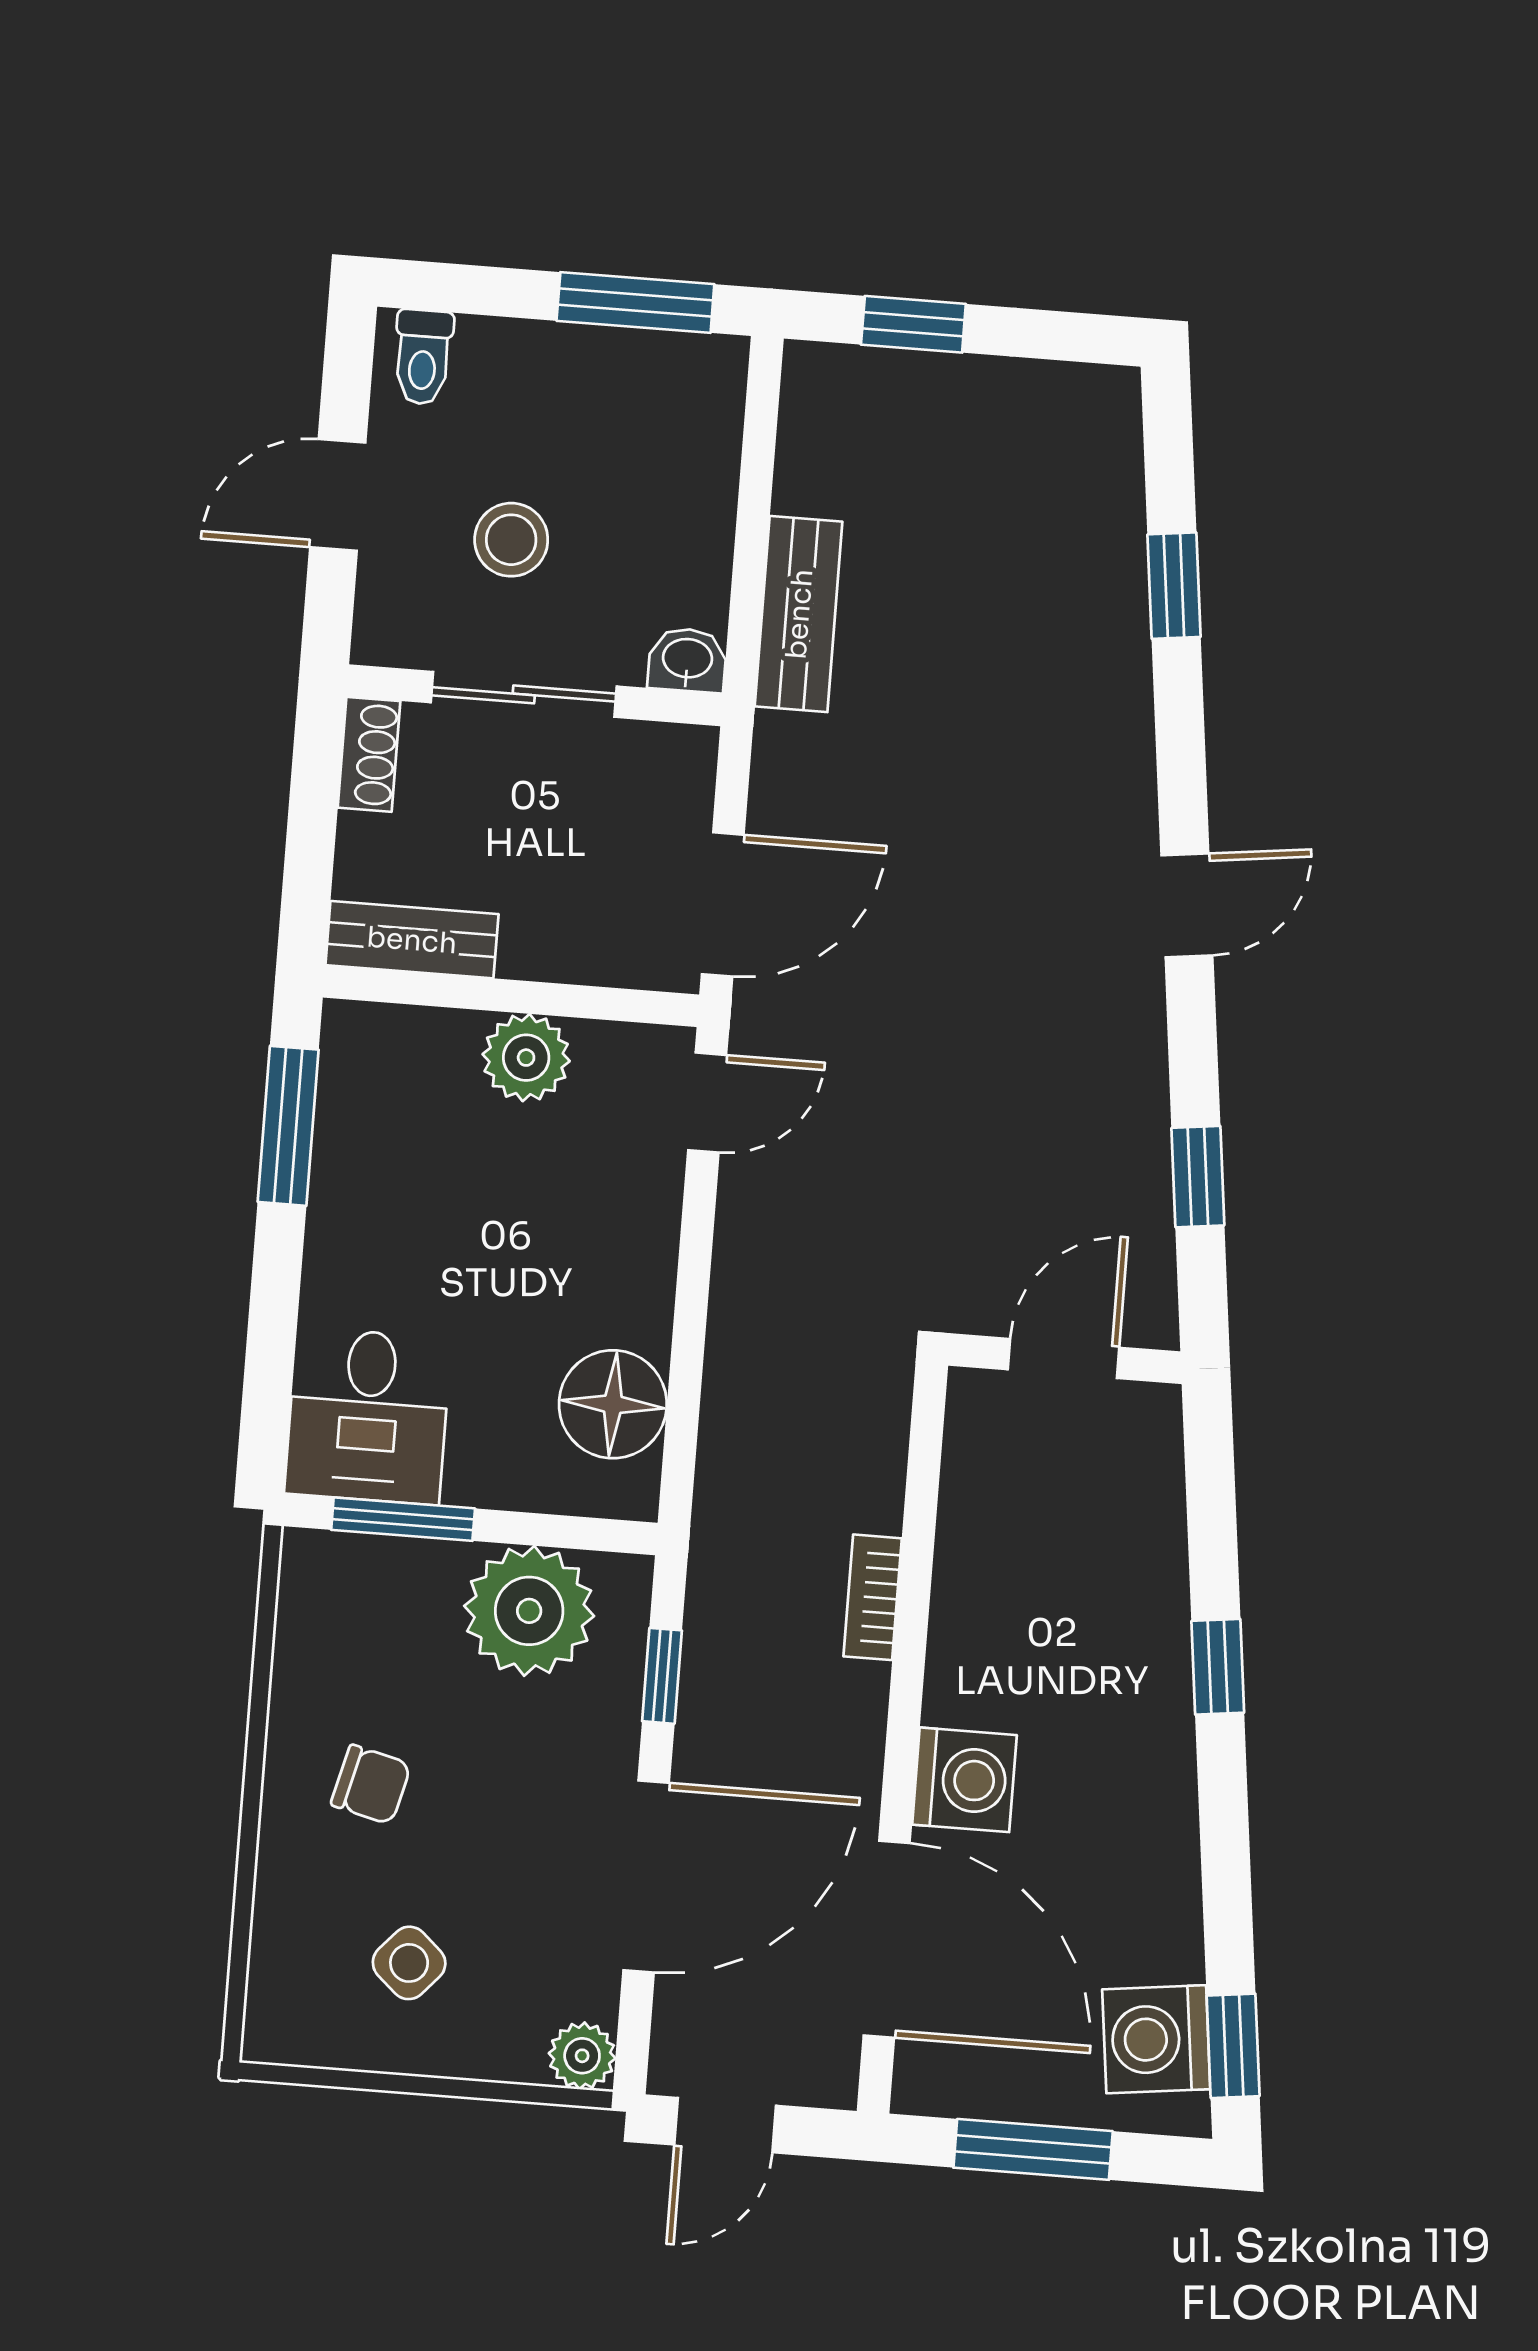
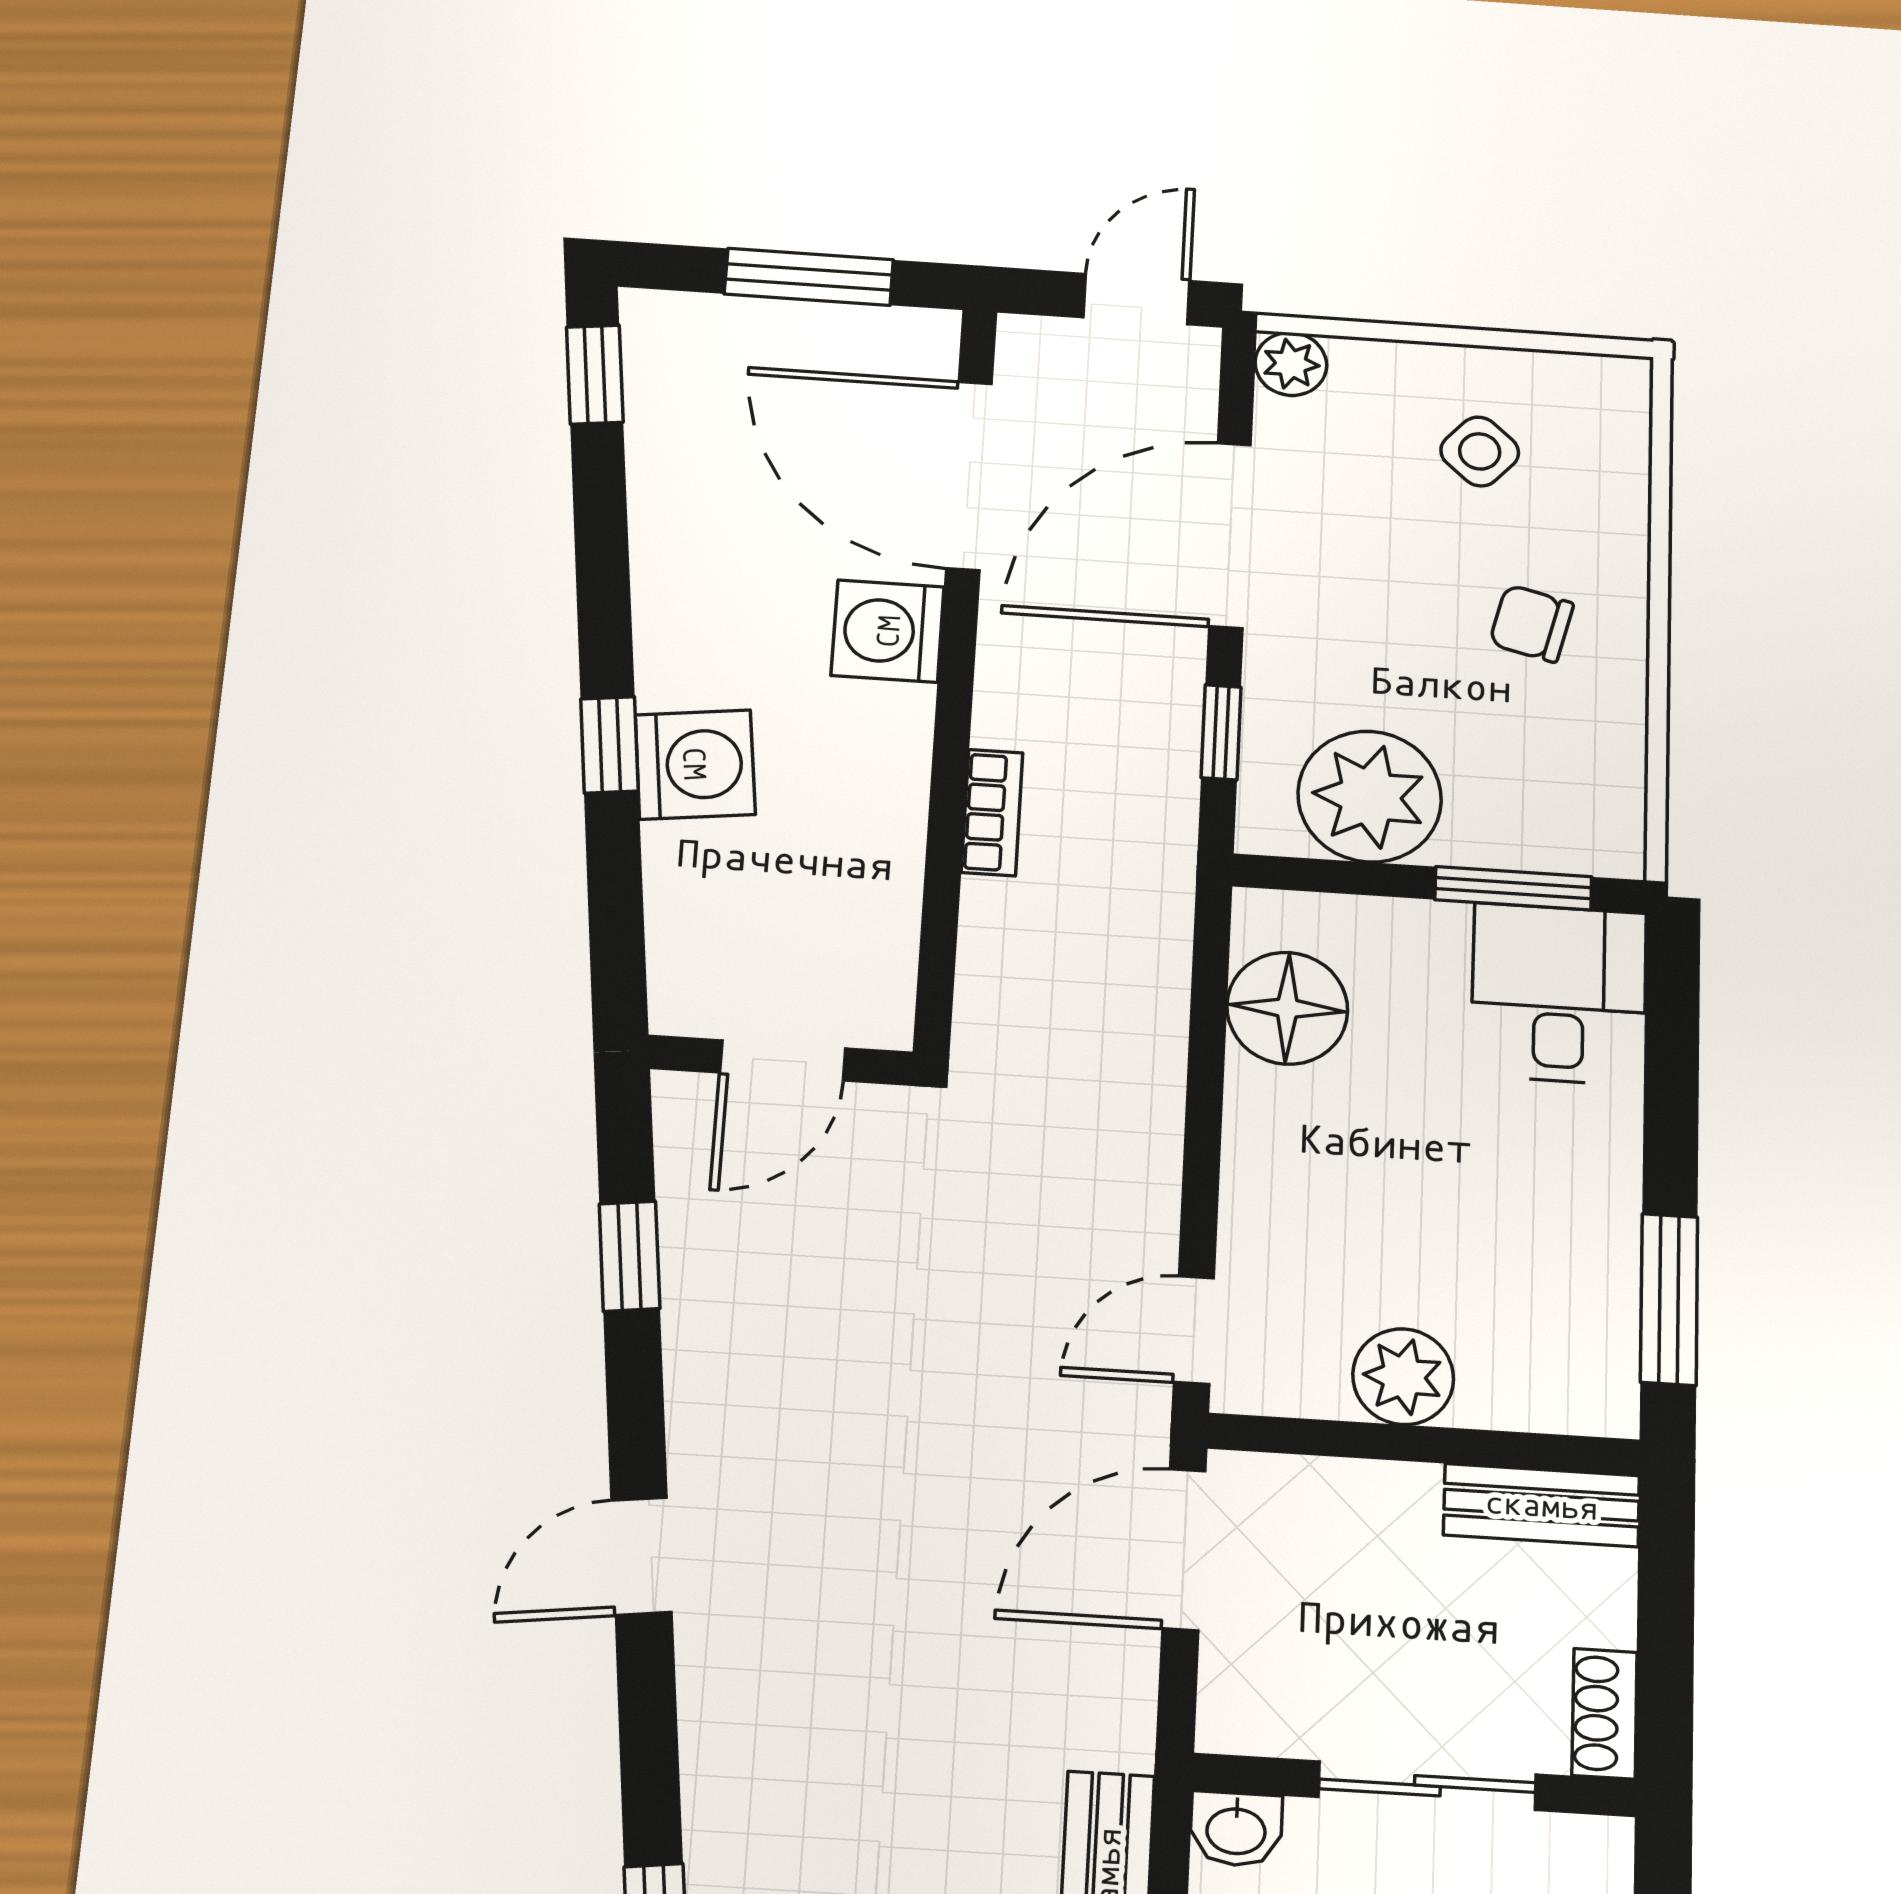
washing machine: (1156, 2039) -> (695, 764), moved

